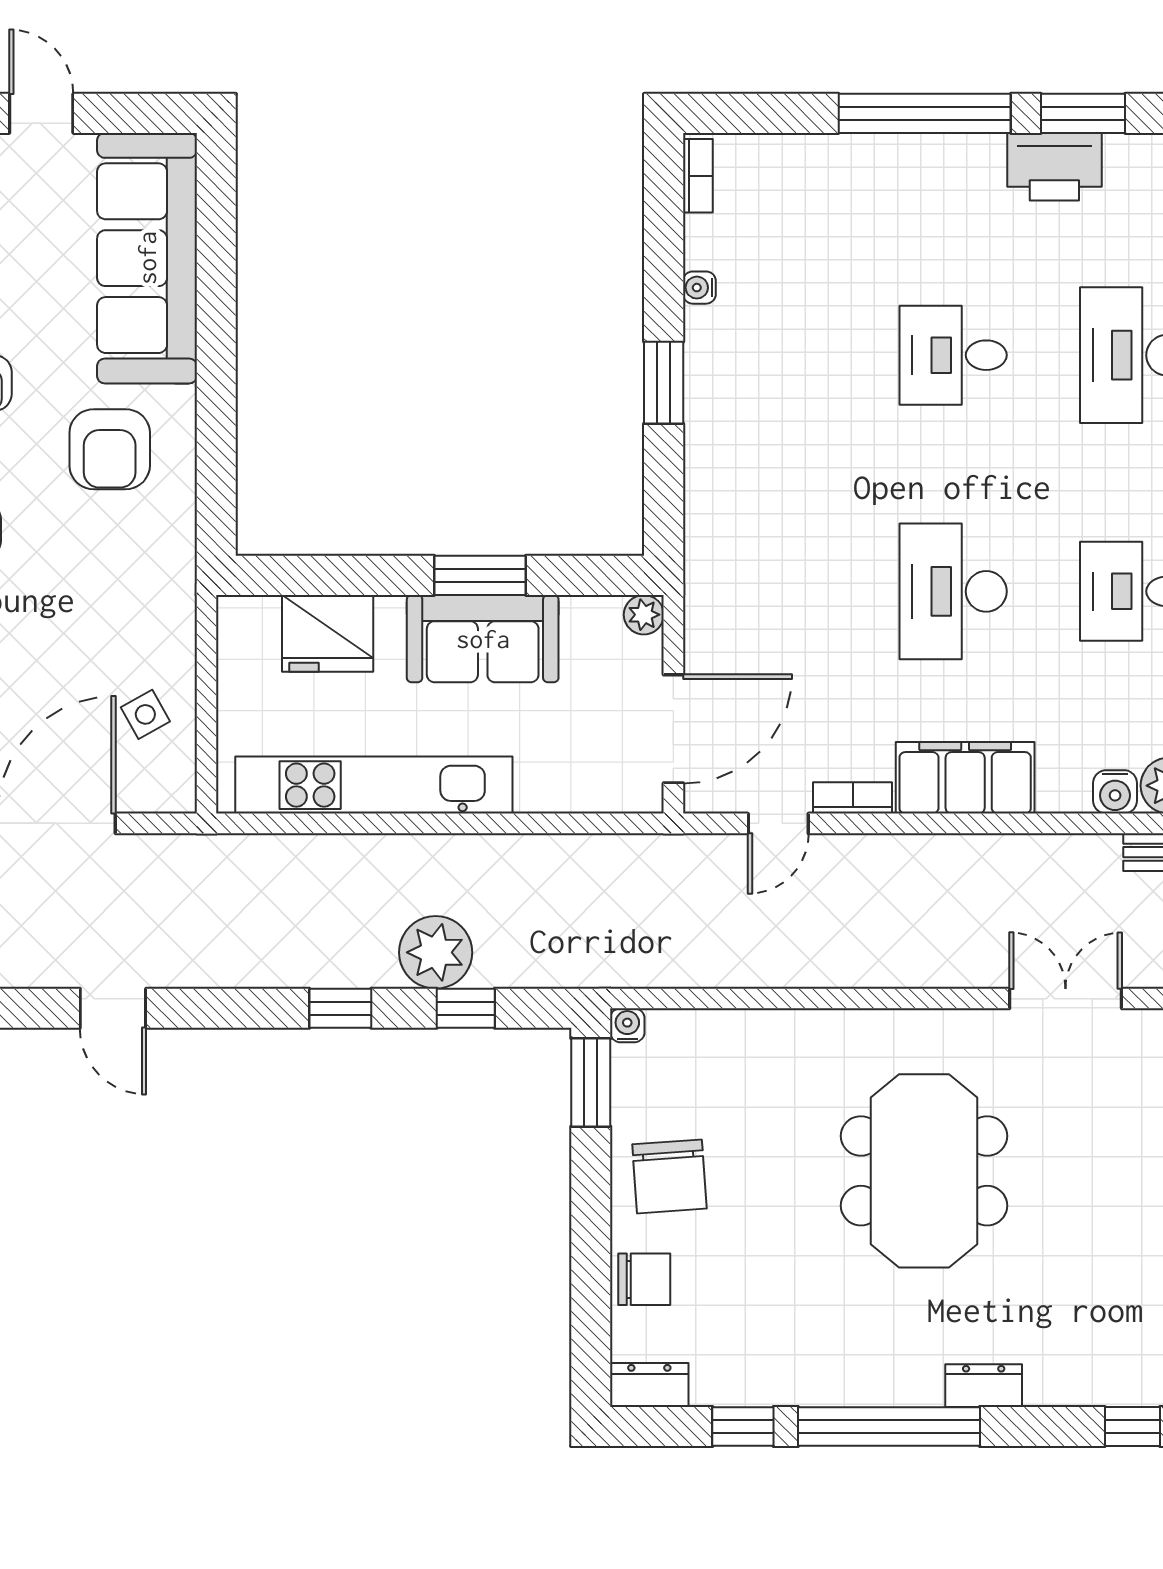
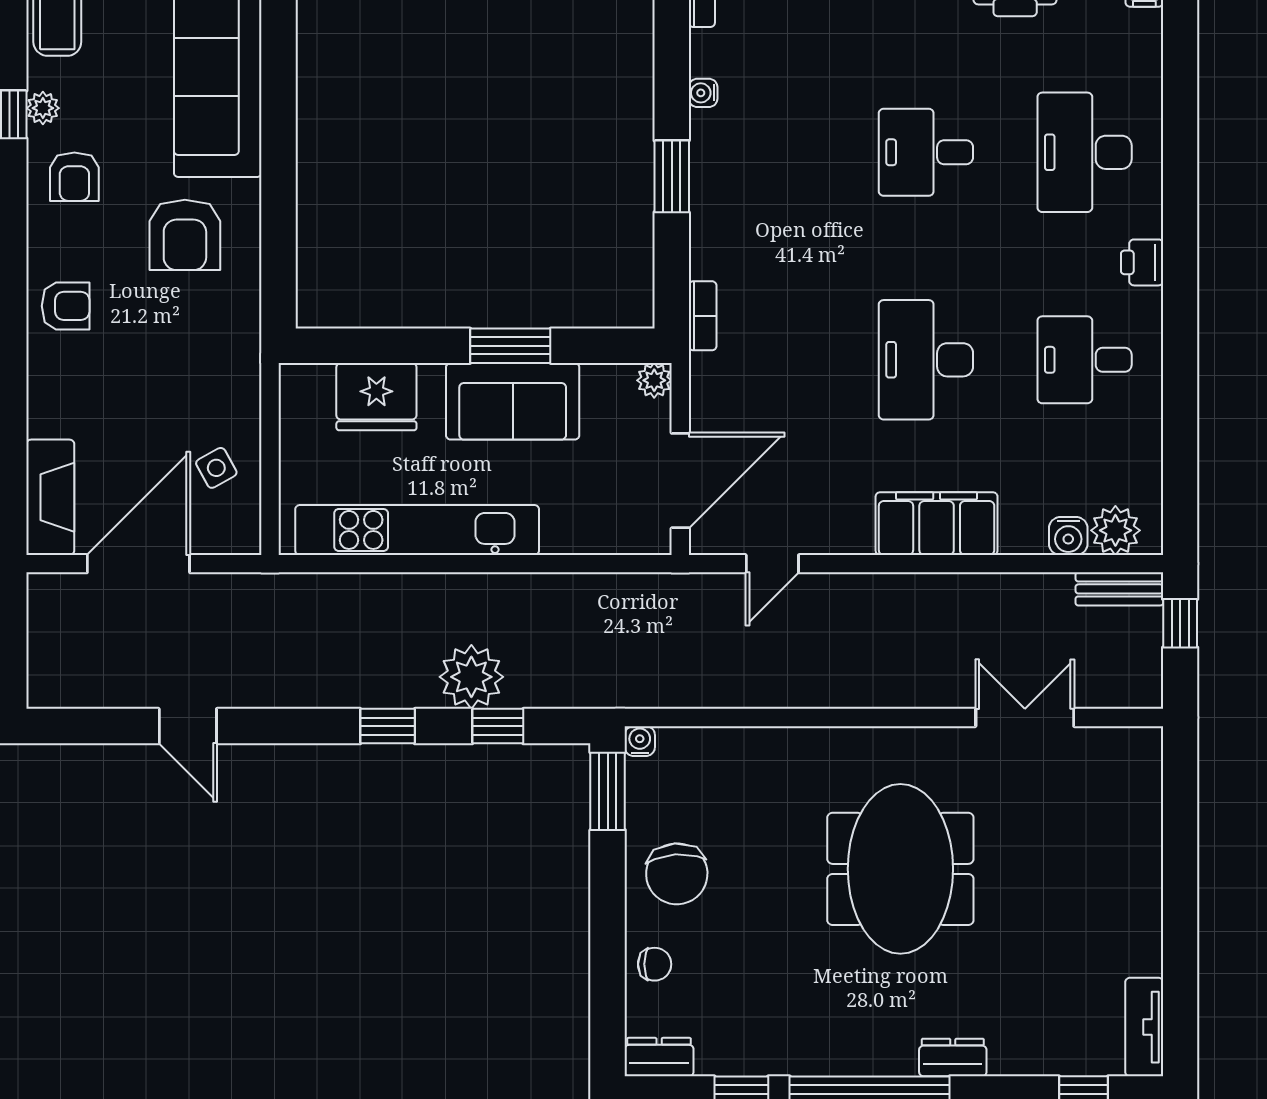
bookcase: (853, 798) -> (703, 316), moved, turned 90
chair: (644, 1279) -> (655, 964), width x0.73, depth x0.73

